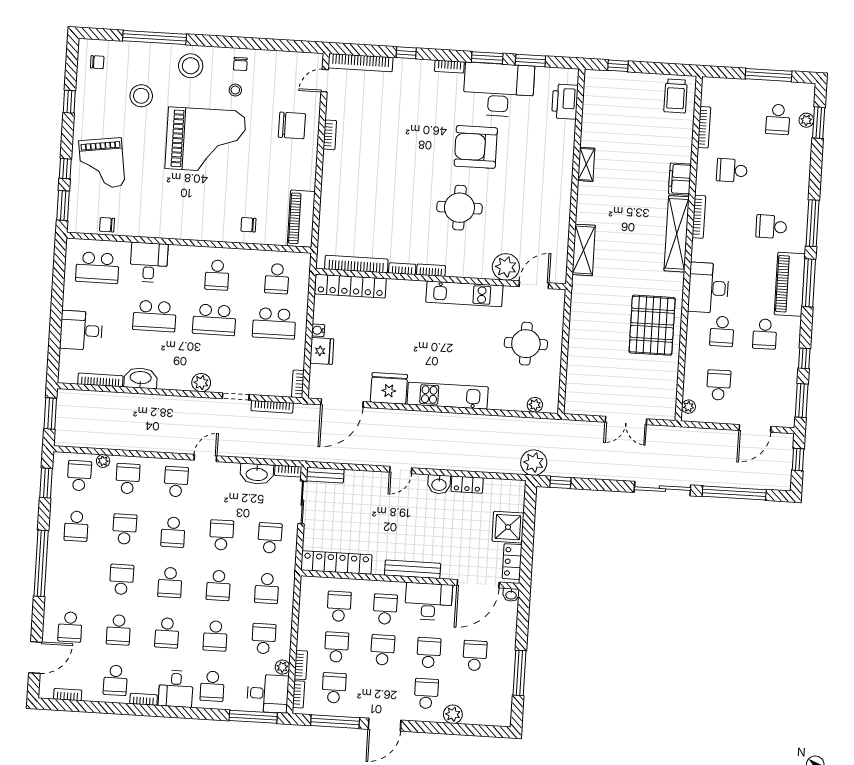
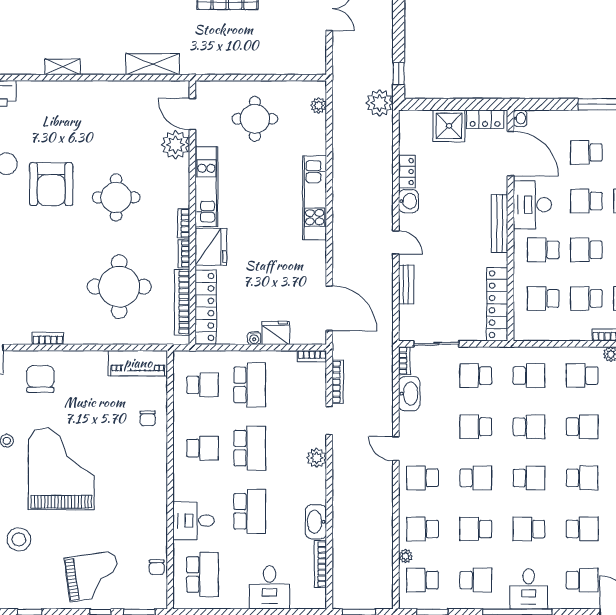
round table: (375, 205) -> (119, 287), added
fridge: (389, 388) -> (211, 247), moved, turned 180
bench: (325, 475) -> (406, 285), moved
desk: (65, 576) -> (529, 589), added

